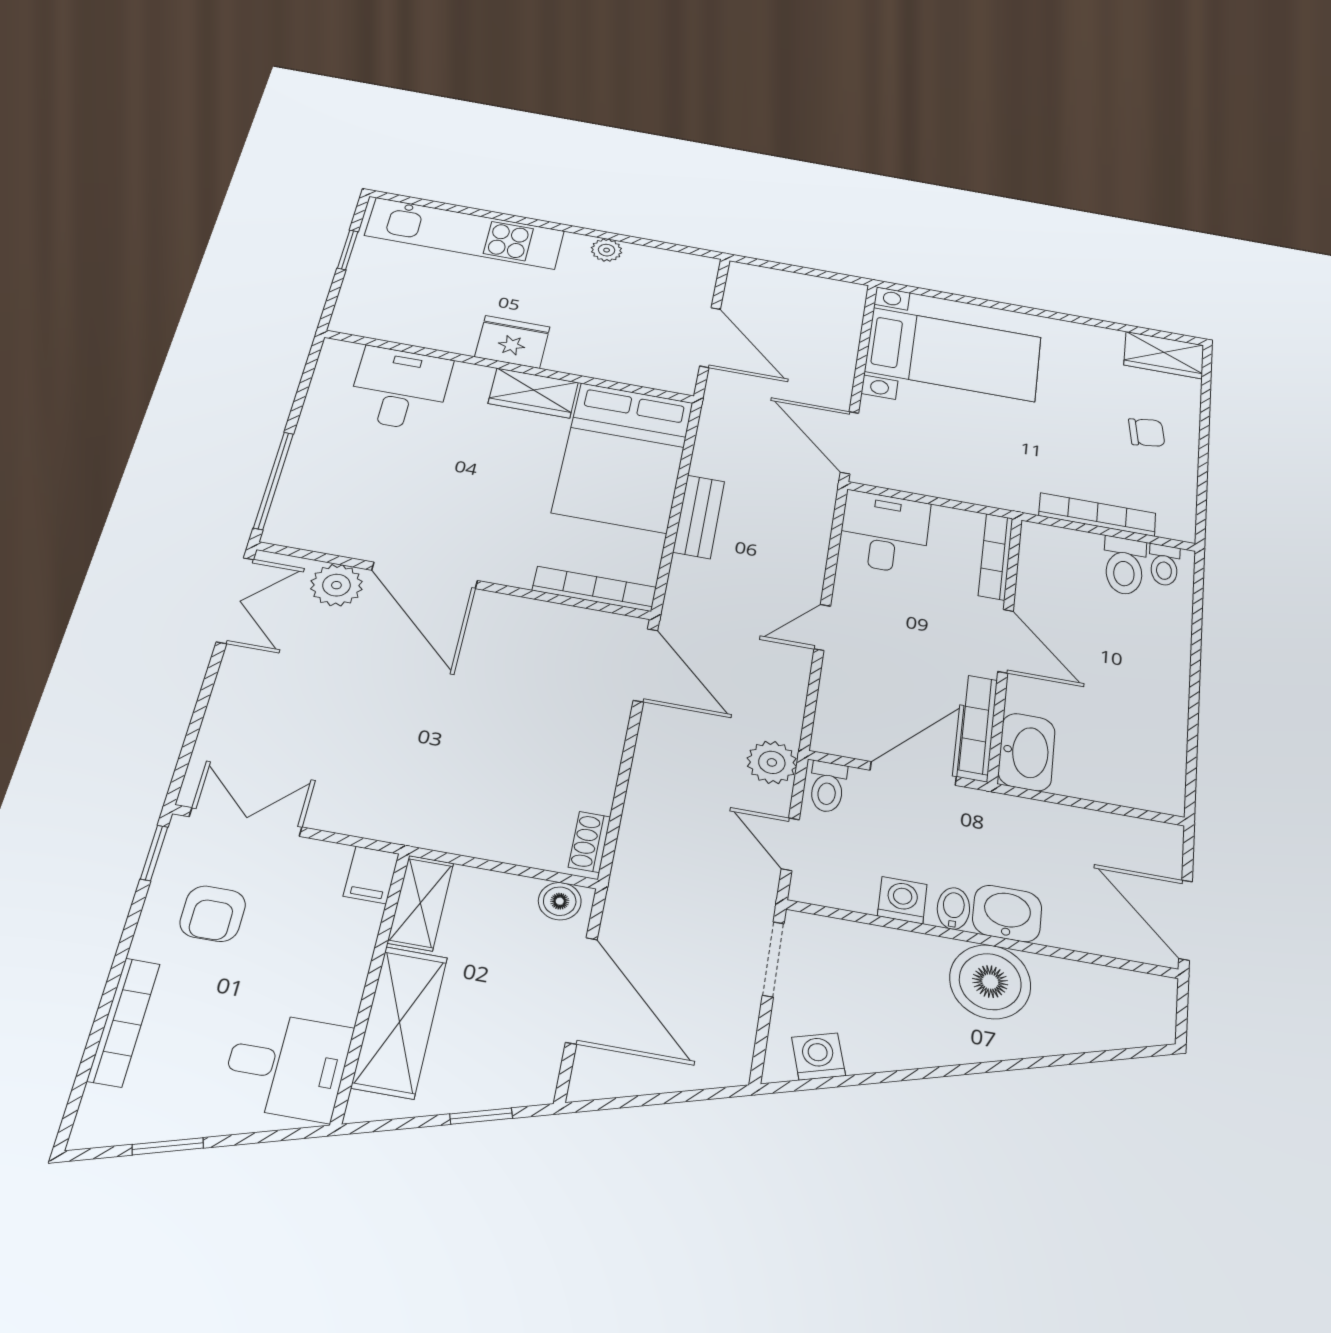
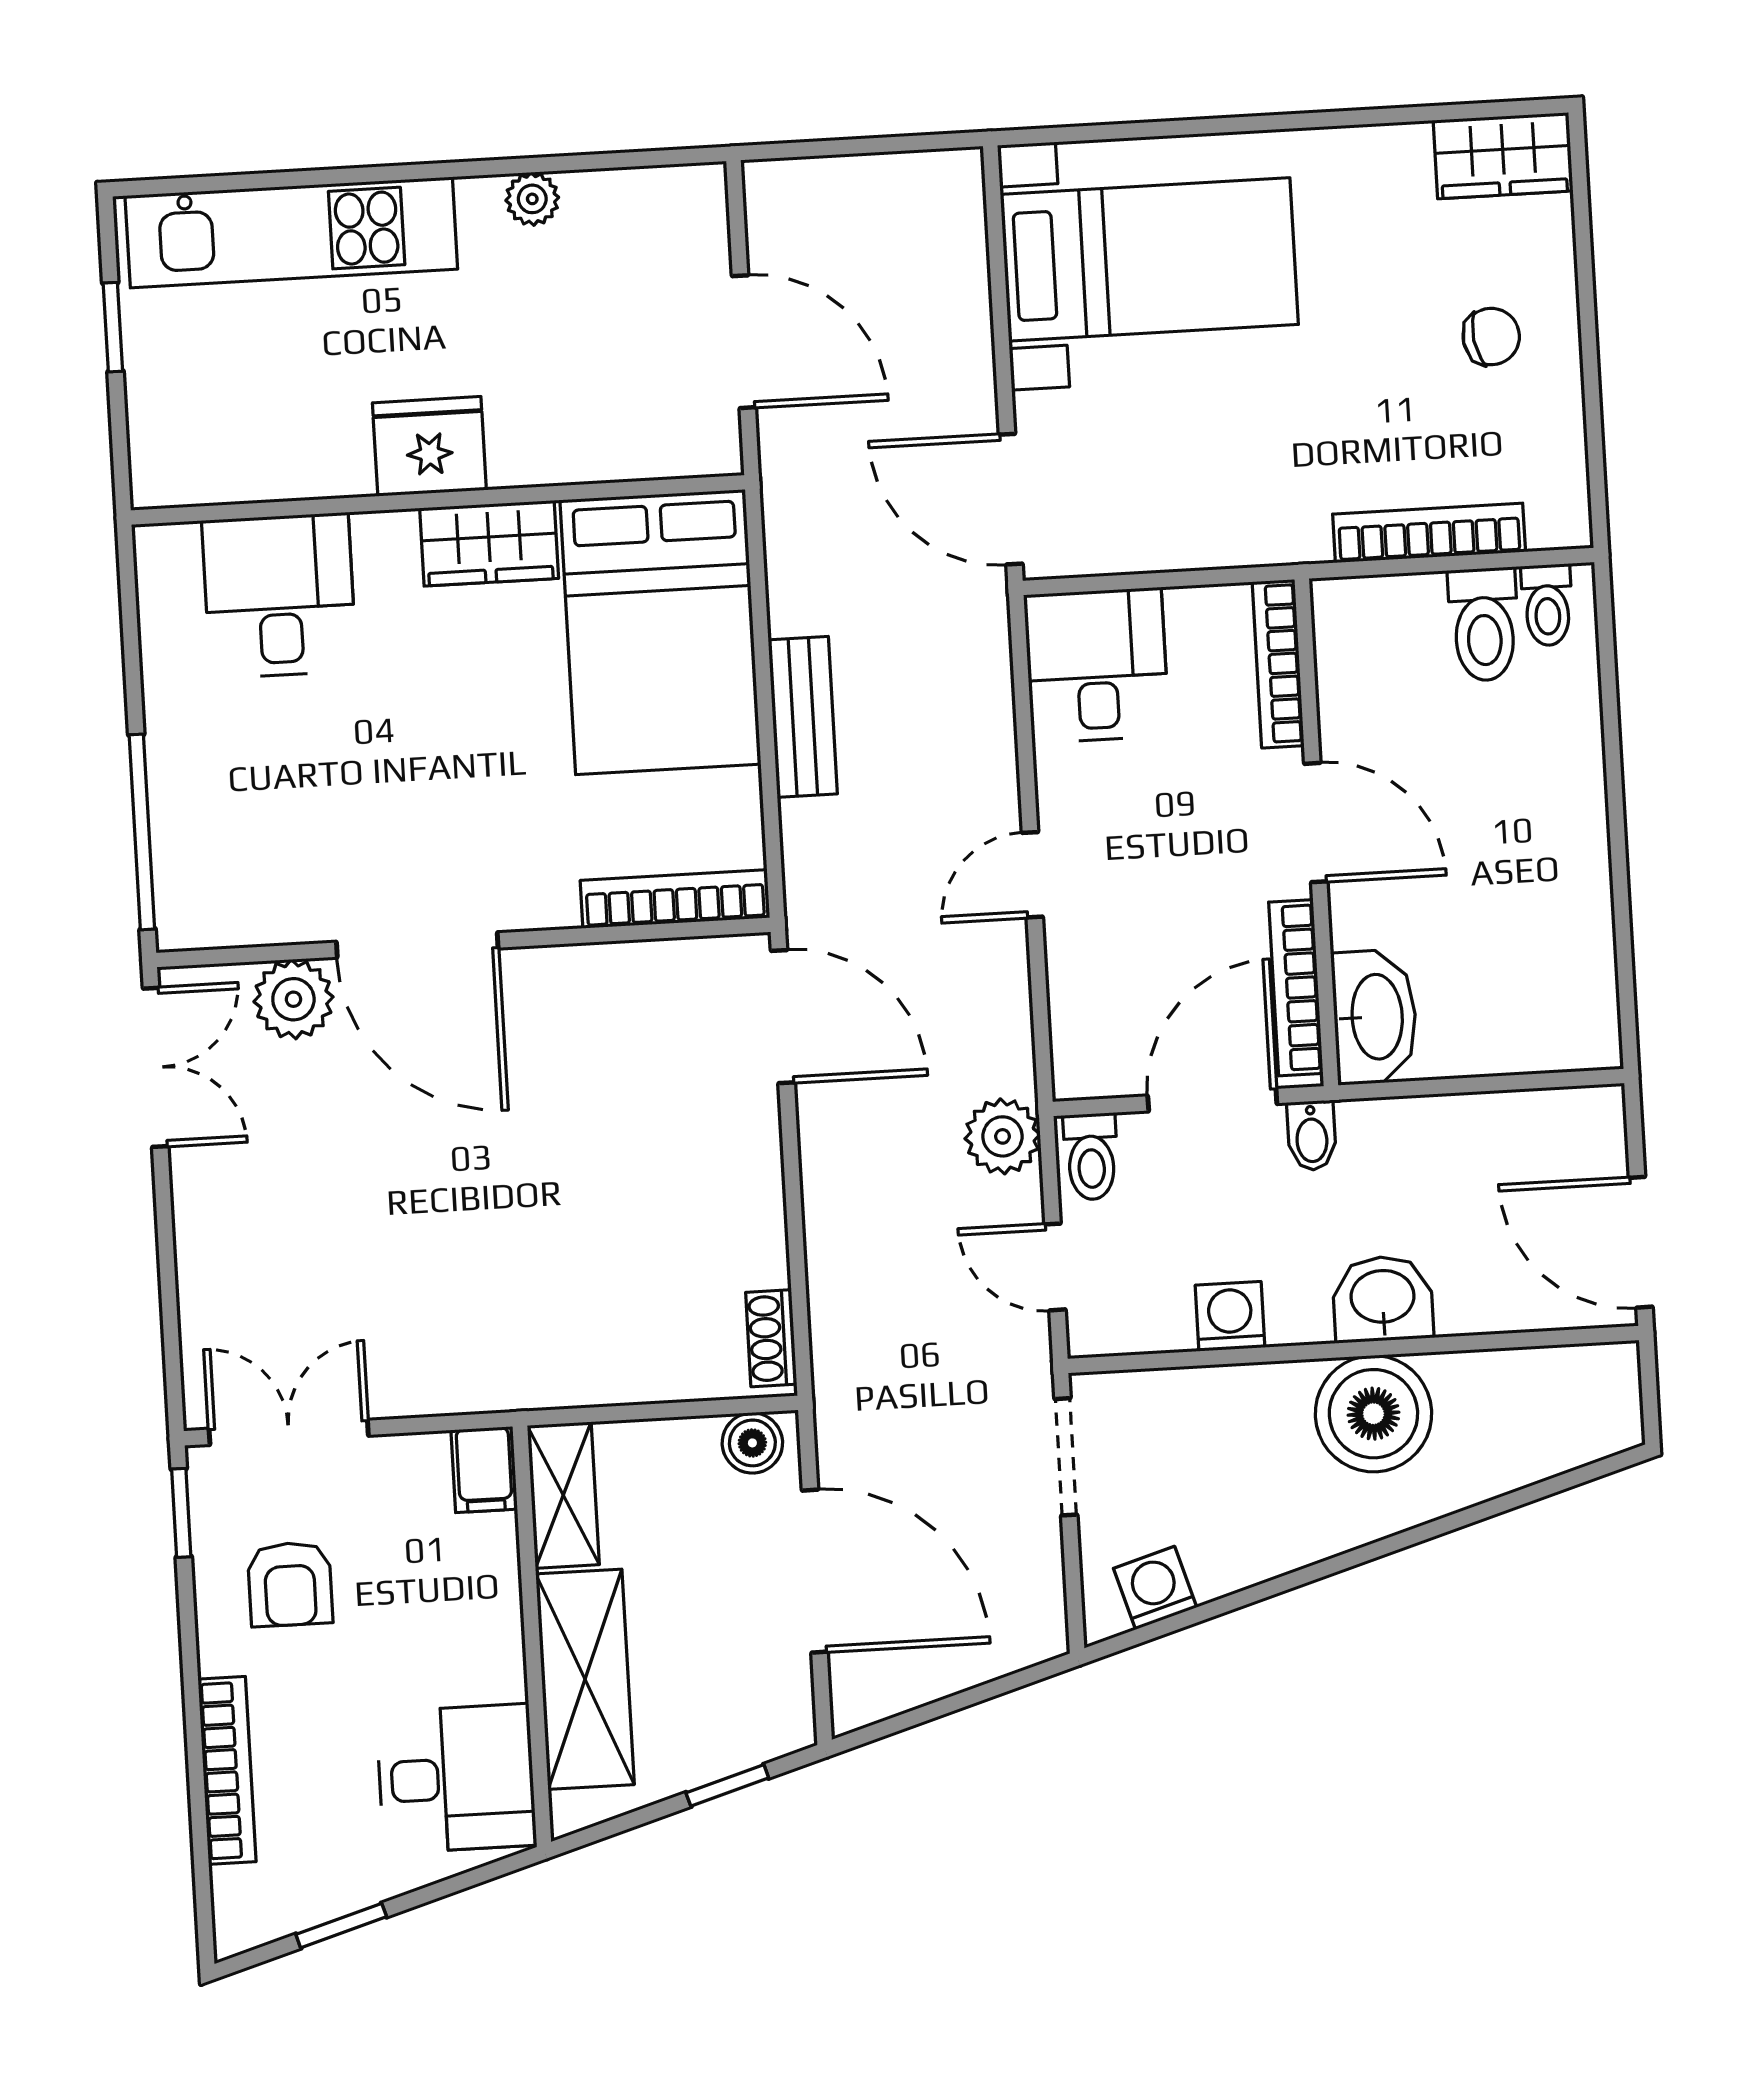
bidet: (953, 908) -> (1312, 1136), moved, turned 180

